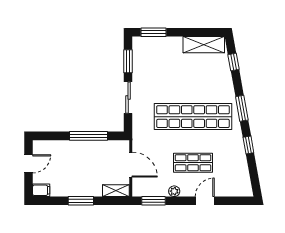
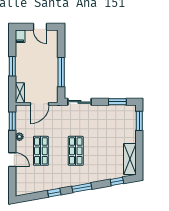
sliding door: (128, 98) -> (79, 102), moved
shop shelf: (193, 117) -> (76, 151), width x0.50, depth x0.74

